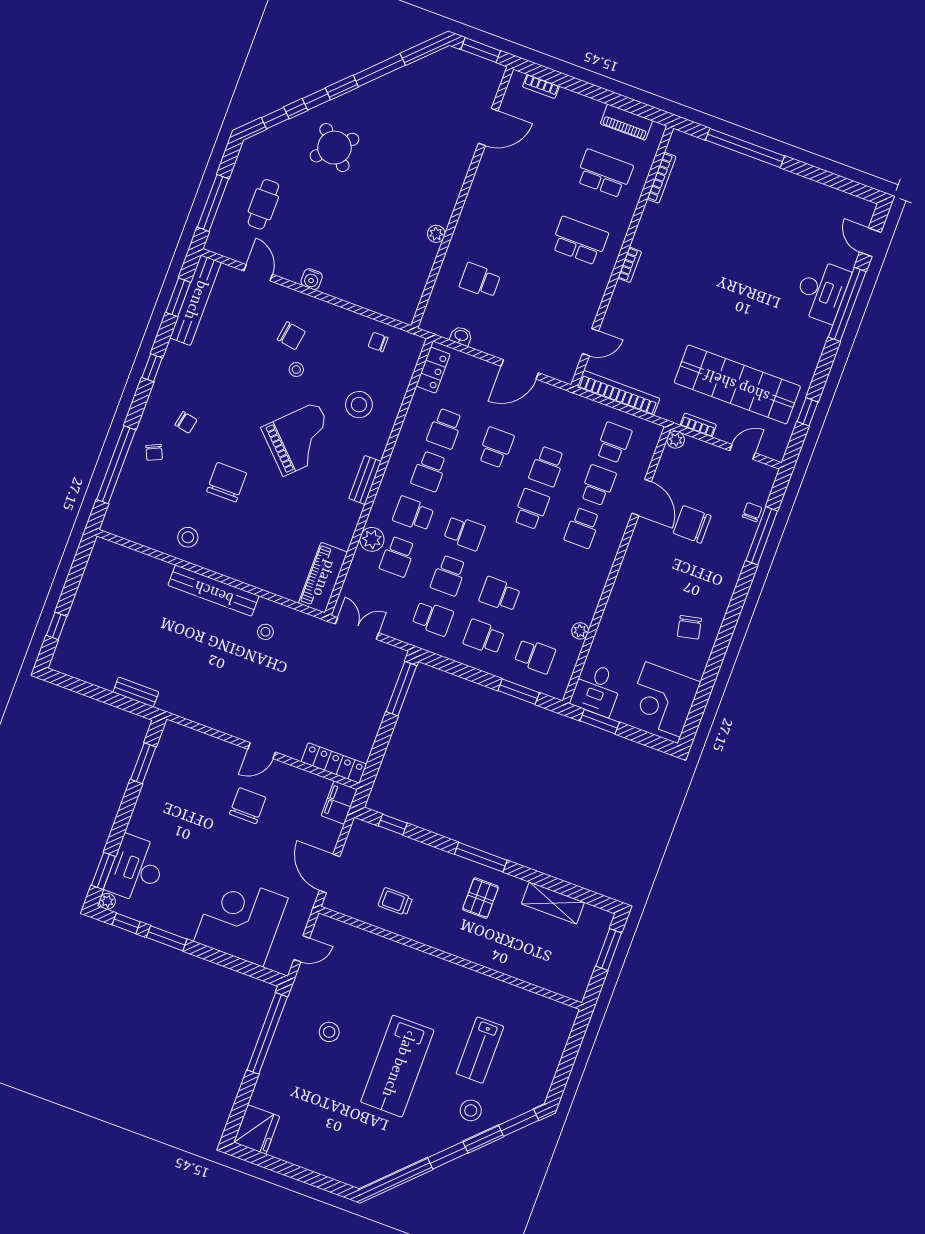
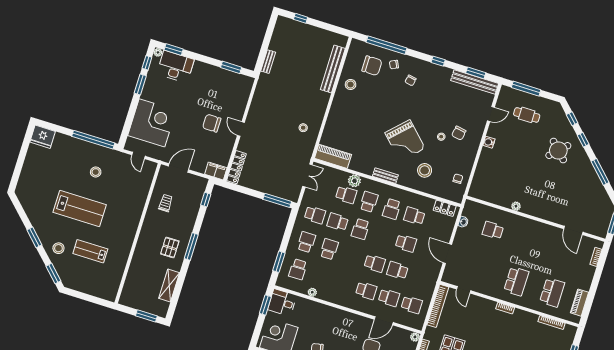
school desk: (480, 280) -> (493, 230), turned -90
school desk: (429, 471) -> (392, 209), turned -90
chair: (227, 482) -> (372, 66), moved
school desk: (582, 528) -> (366, 291), turned 180
school desk: (398, 557) -> (346, 195), turned 180
bench: (214, 591) -> (333, 69), moved
school desk: (433, 618) -> (315, 215), turned -90
chair: (248, 806) -> (212, 123), turned 180
pallet: (481, 898) -> (170, 247), turned 90
lab bench: (397, 1066) -> (80, 209), turned 180

